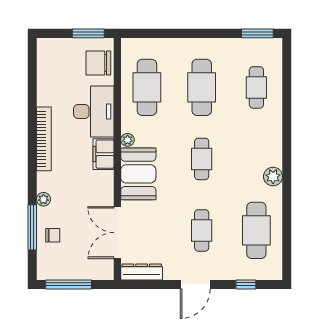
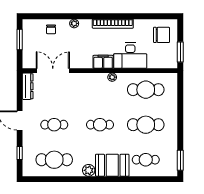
chair: (98, 63) -> (162, 35), moved, turned 90
booth: (138, 174) -> (112, 165), moved
window: (32, 227) -> (56, 16), removed
window: (69, 284) -> (20, 40), width x0.69

